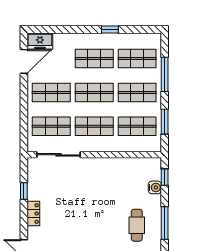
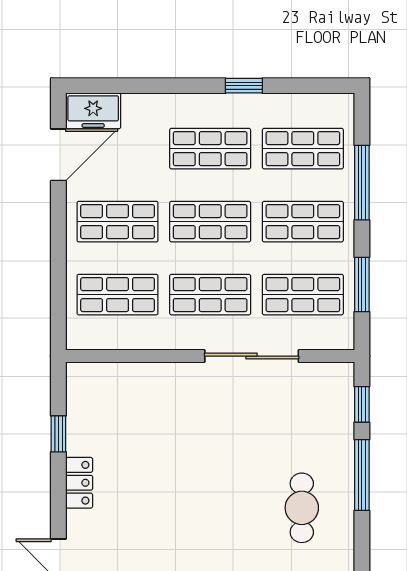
sliding door: (58, 155) -> (252, 356), moved
water cooler: (155, 187) -> (341, 427), removed
window: (165, 223) -> (362, 475), moved

